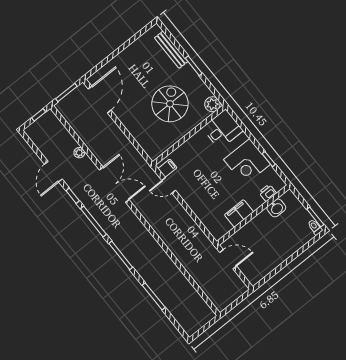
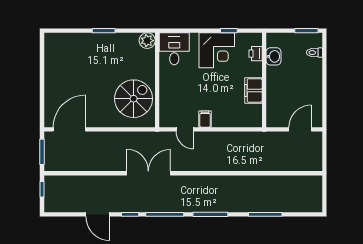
bench: (171, 50) -> (76, 38), removed
door: (100, 99) -> (69, 129), hinge flipped
spiral stairs: (170, 104) -> (134, 99), moved, turned 90
plant: (79, 153) -> (99, 181), removed
filing cabinet: (167, 168) -> (205, 119), moved
door: (169, 185) -> (185, 129), hinge flipped
toilet: (315, 227) -> (314, 53), moved
door: (228, 259) -> (300, 129), moved

